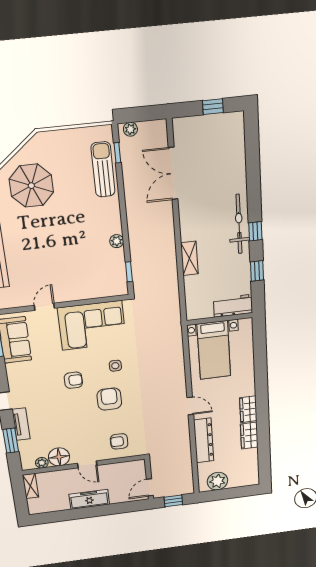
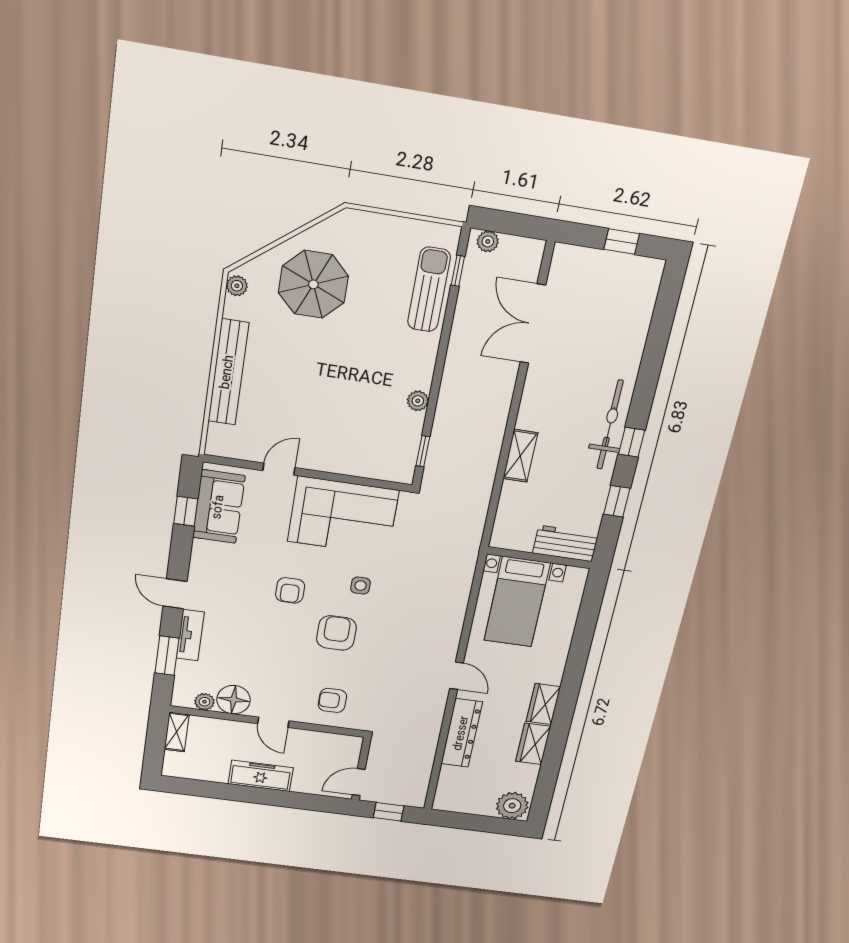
armchair: (73, 380) -> (290, 590), turned 90
plant: (217, 481) -> (512, 806), moved

